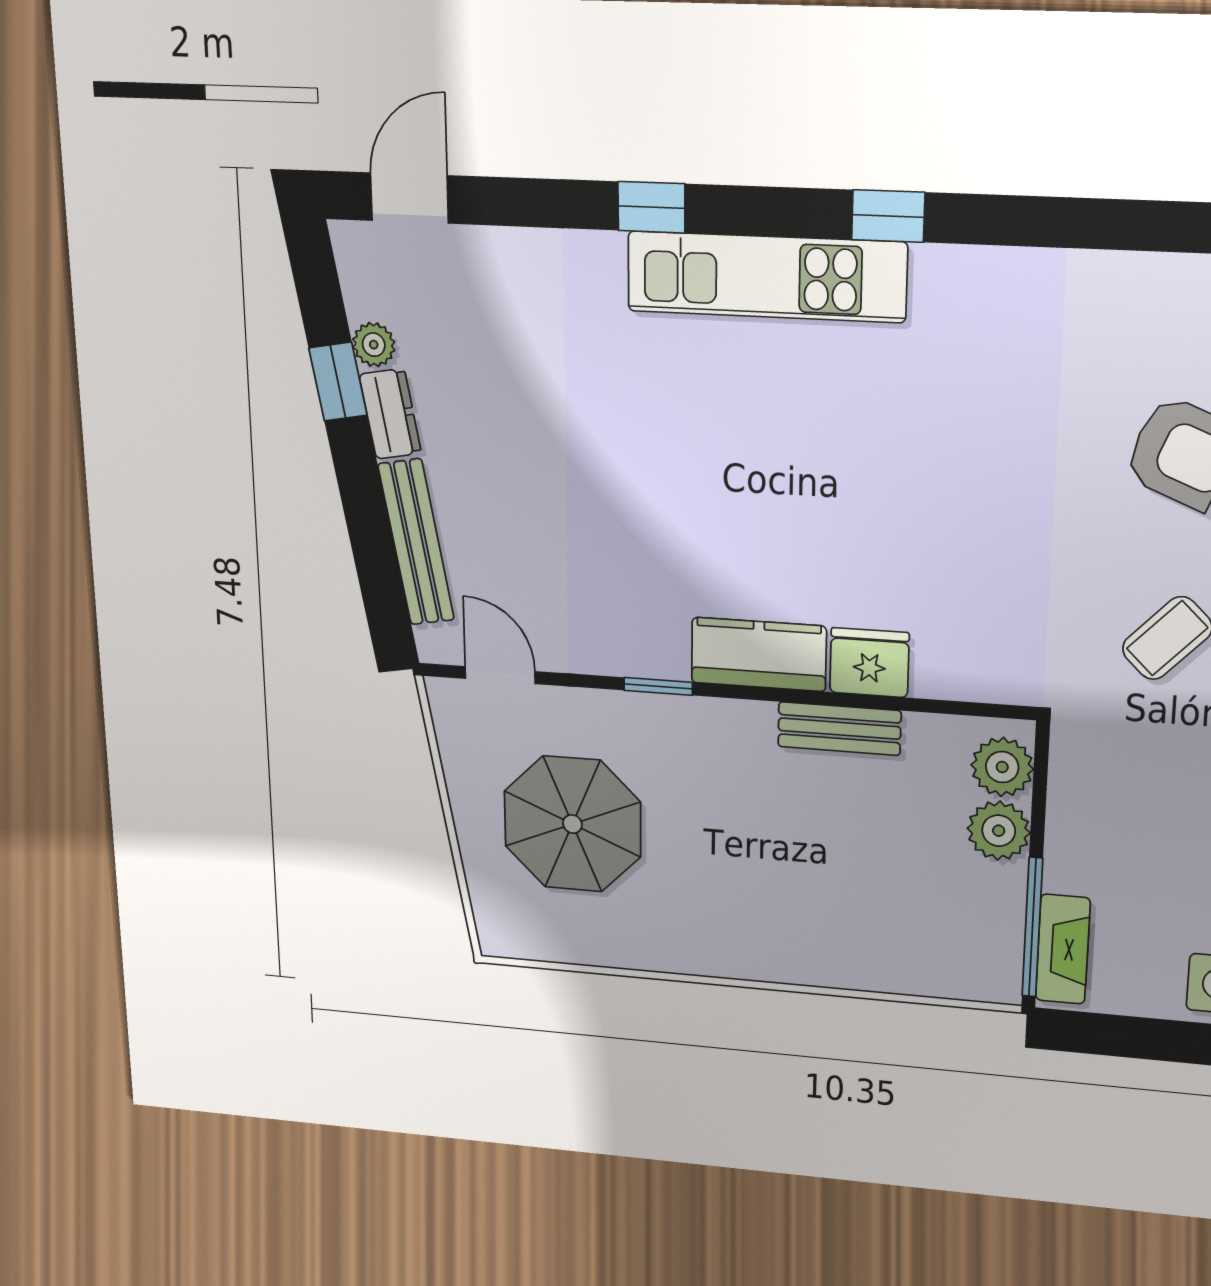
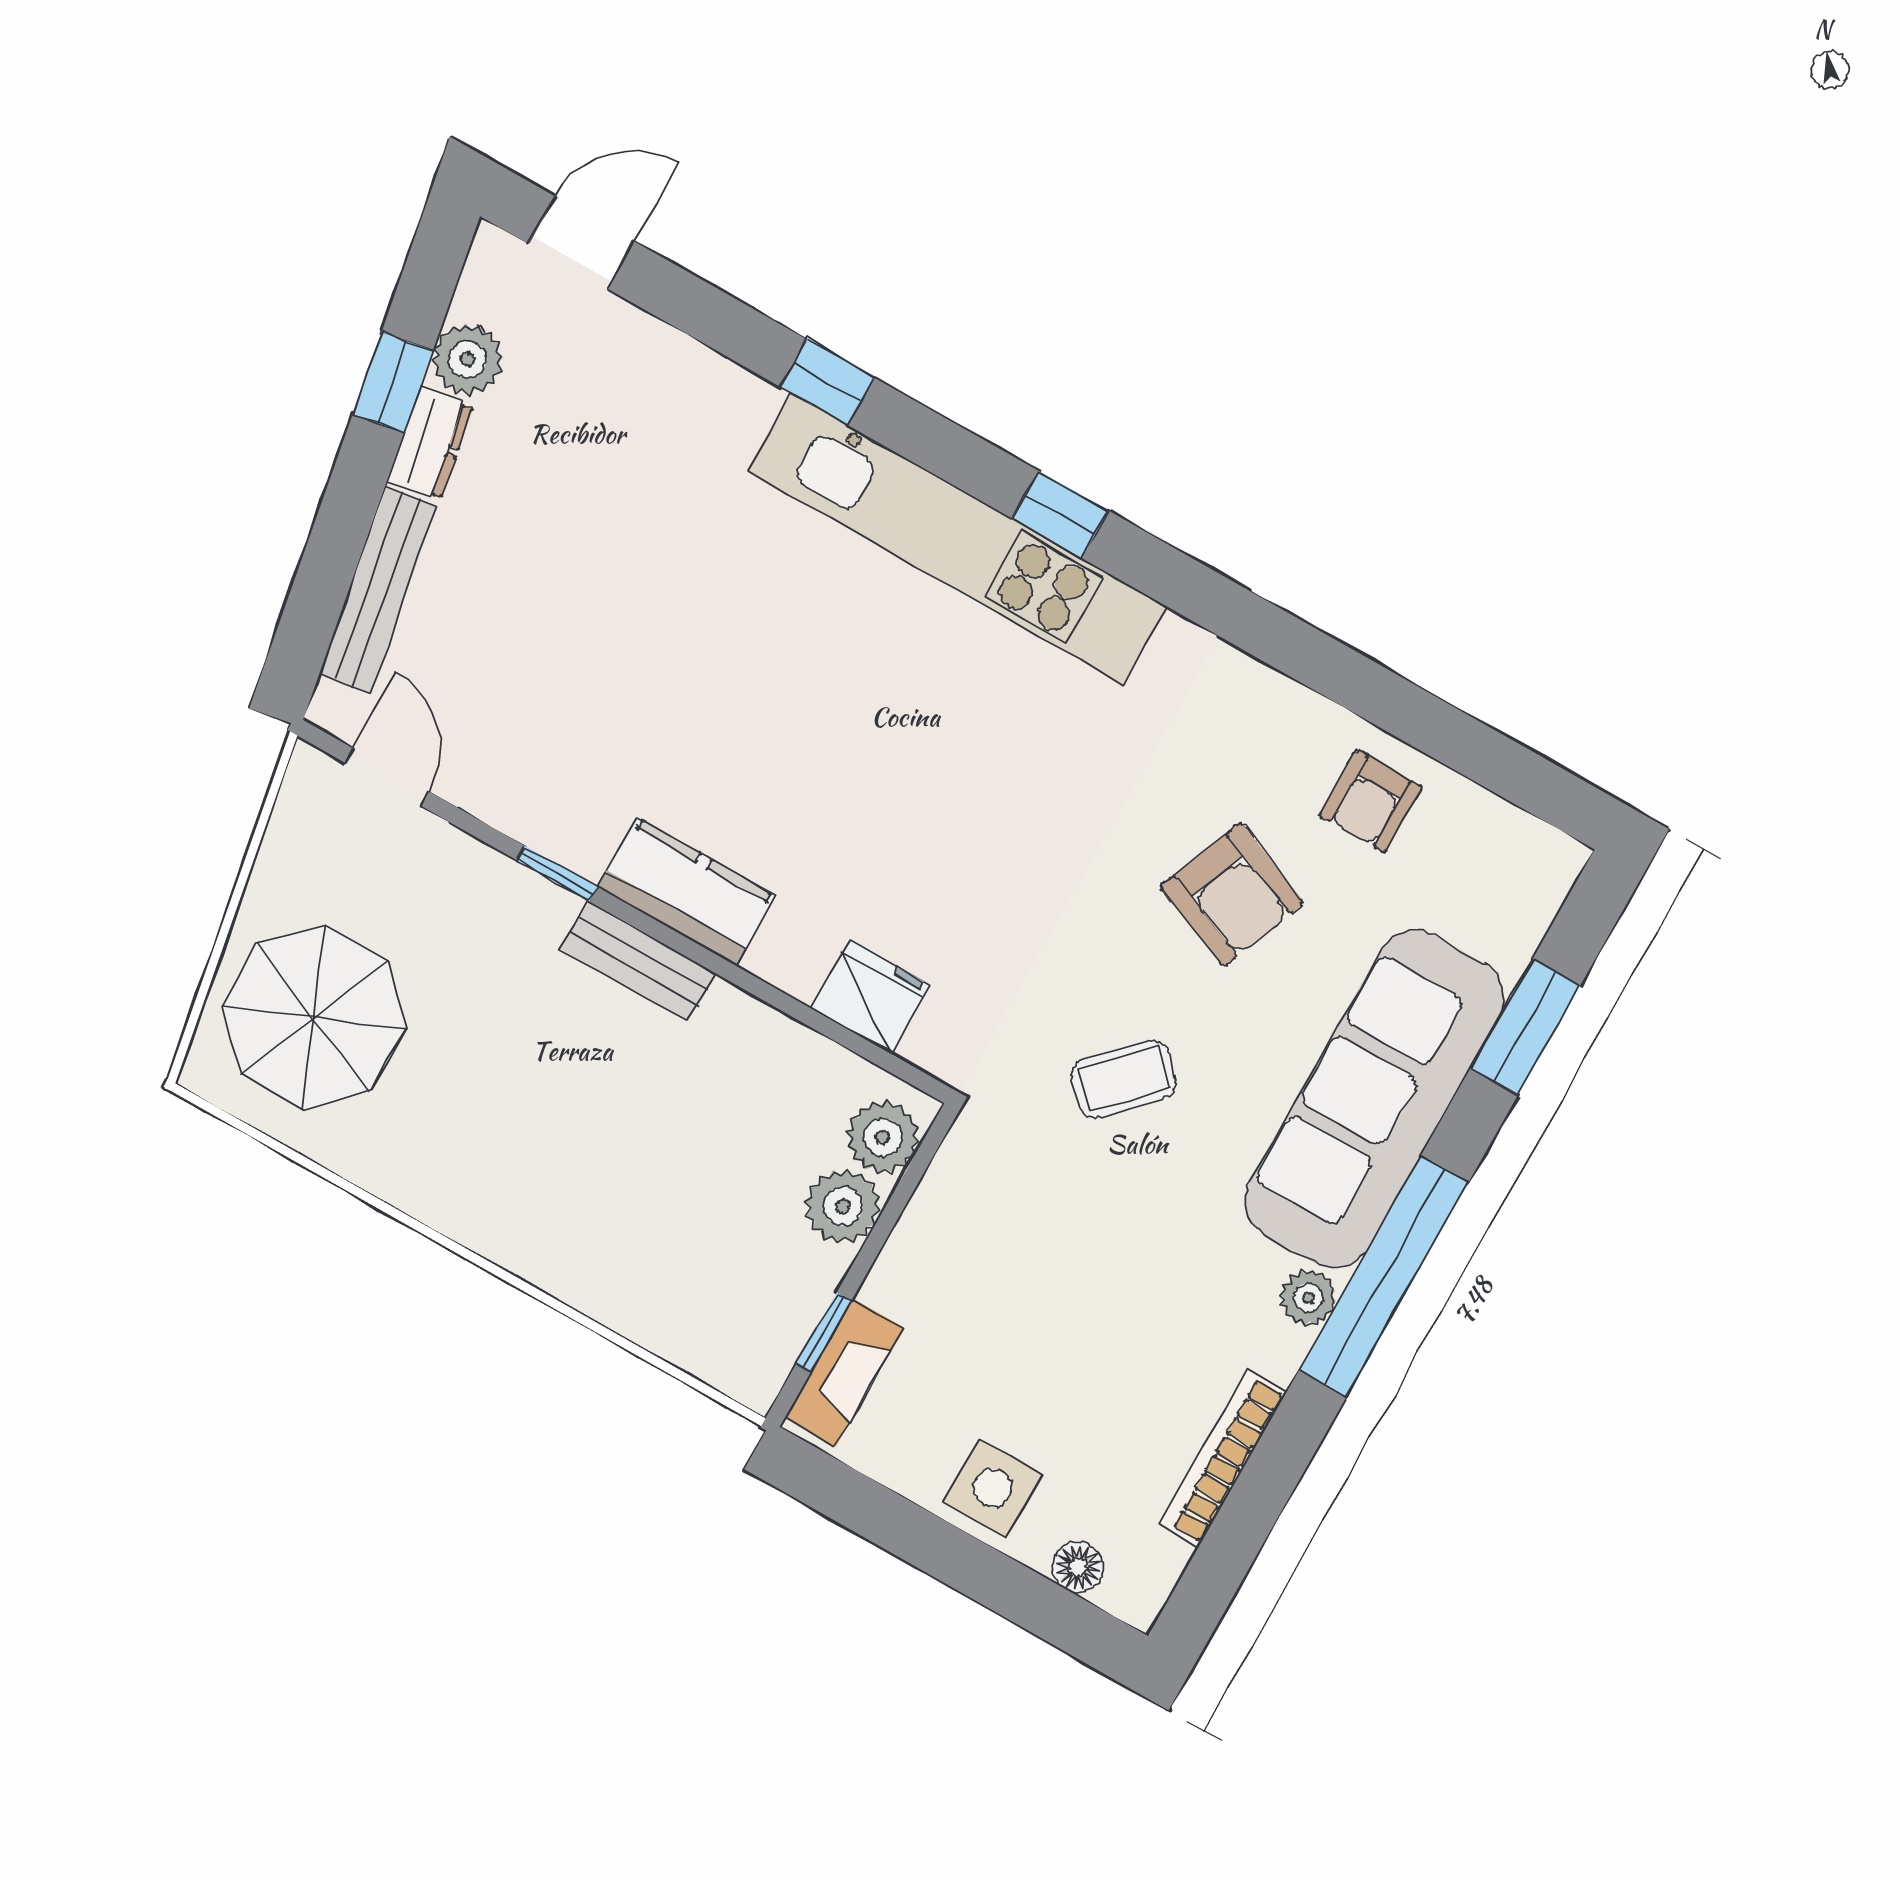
kitchen unit: (766, 277) -> (957, 538), width x1.36
plant: (374, 345) -> (467, 359), width x1.38, depth x1.38
fridge: (869, 663) -> (870, 997), moved
bench: (839, 729) -> (638, 961), moved
parasol: (572, 824) -> (314, 1018), moved
window: (1032, 927) -> (824, 1333), width x0.46

